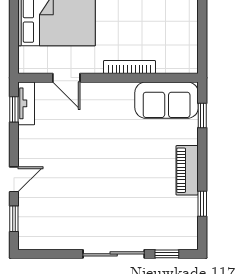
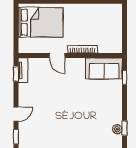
door: (66, 78) -> (57, 56), moved
piano: (187, 170) -> (116, 109), removed
plant: (190, 205) -> (117, 129), added

